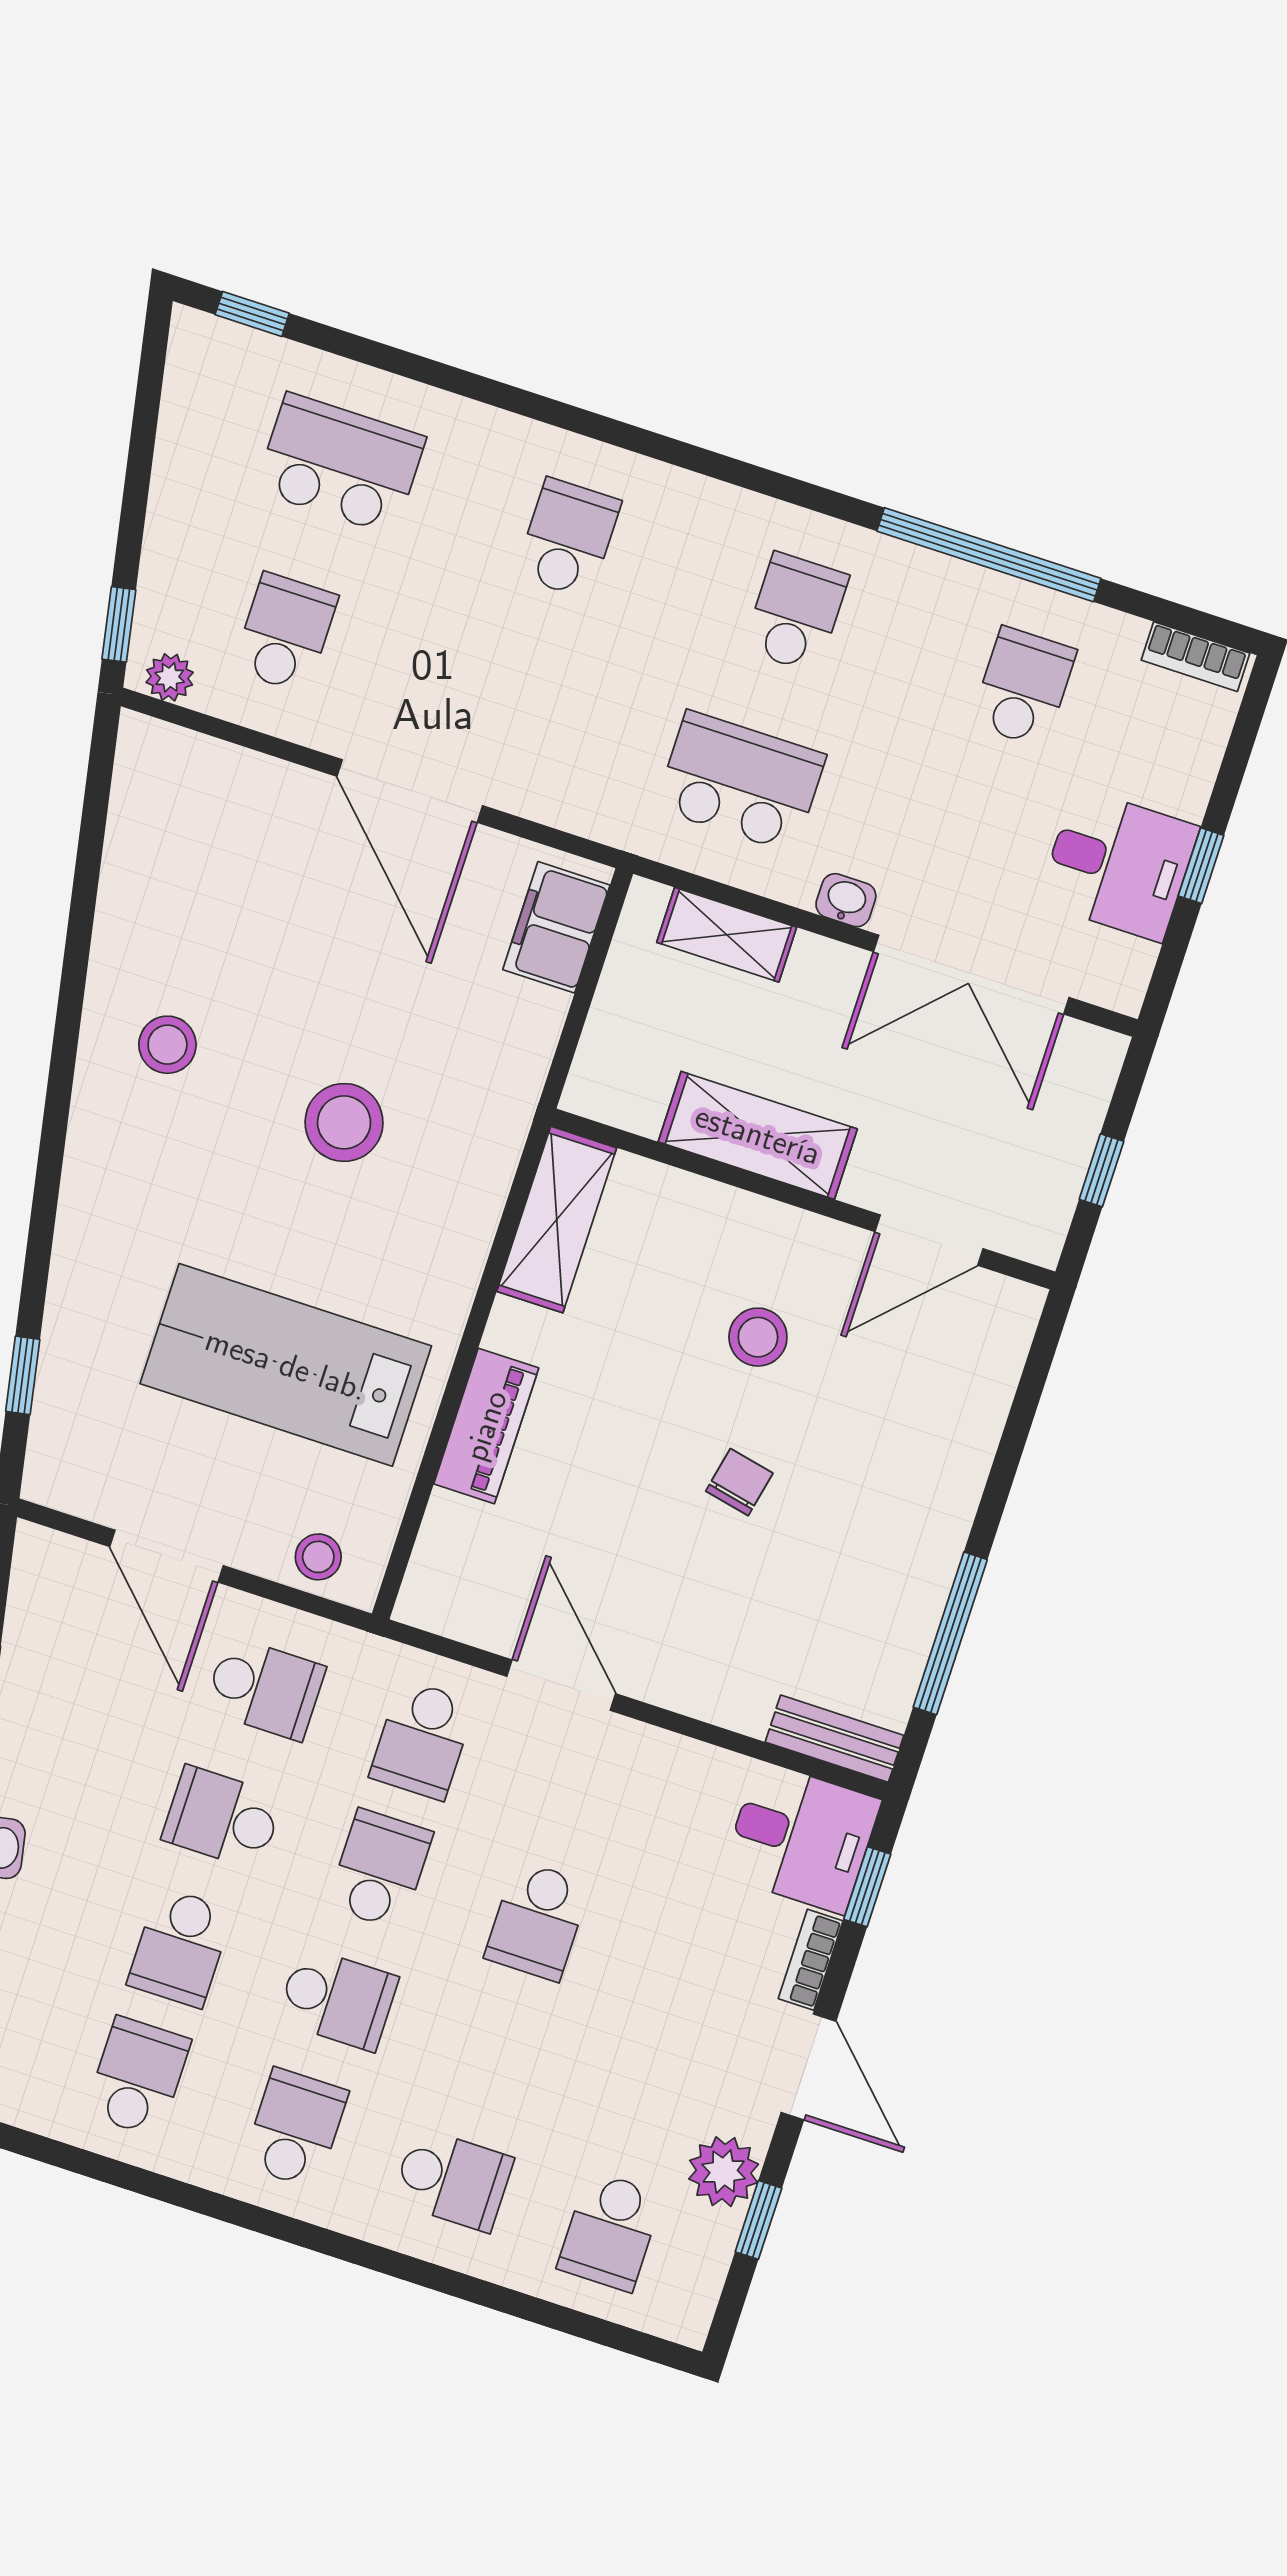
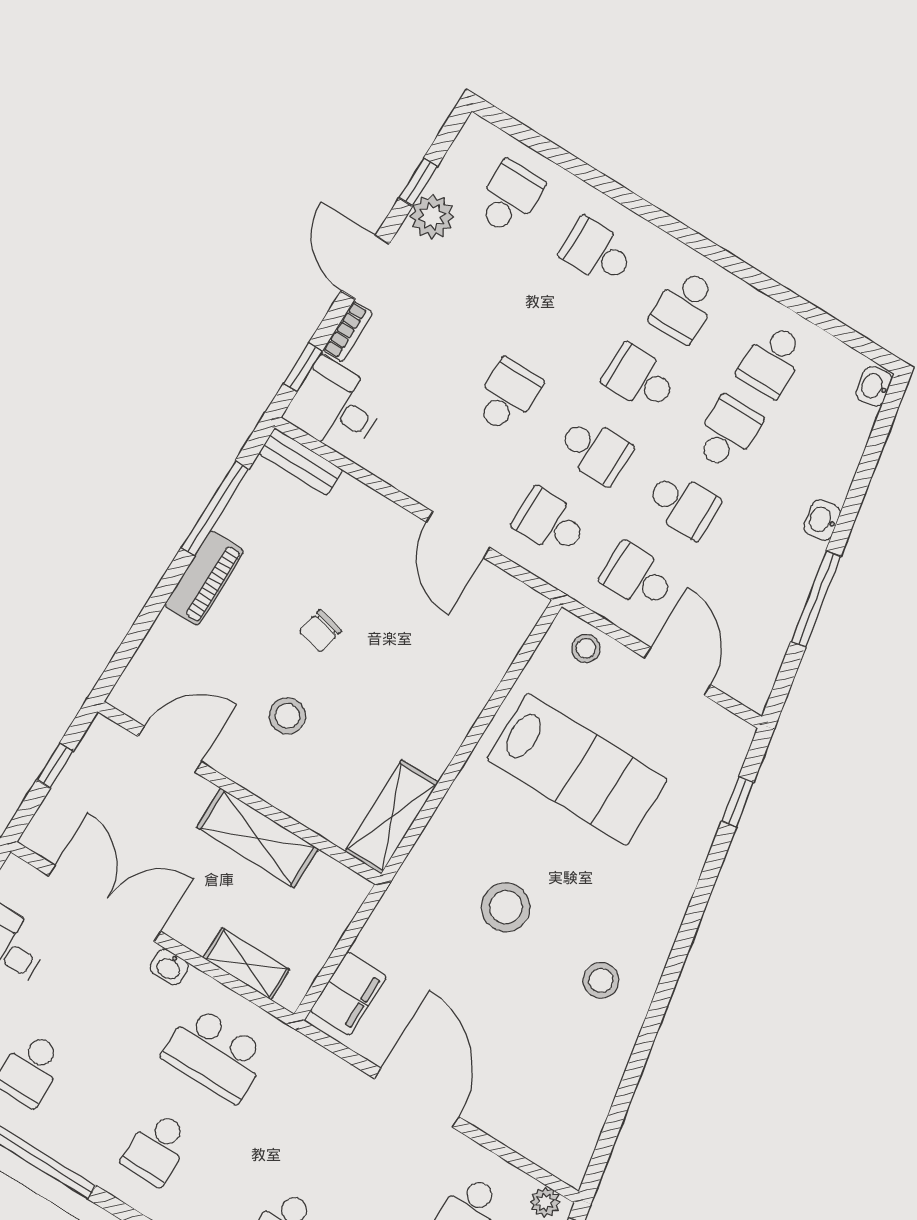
piano: (486, 1426) -> (204, 578), moved, turned 180
school desk: (422, 1740) -> (550, 522), turned -90
school desk: (380, 1869) -> (595, 450), turned -90

